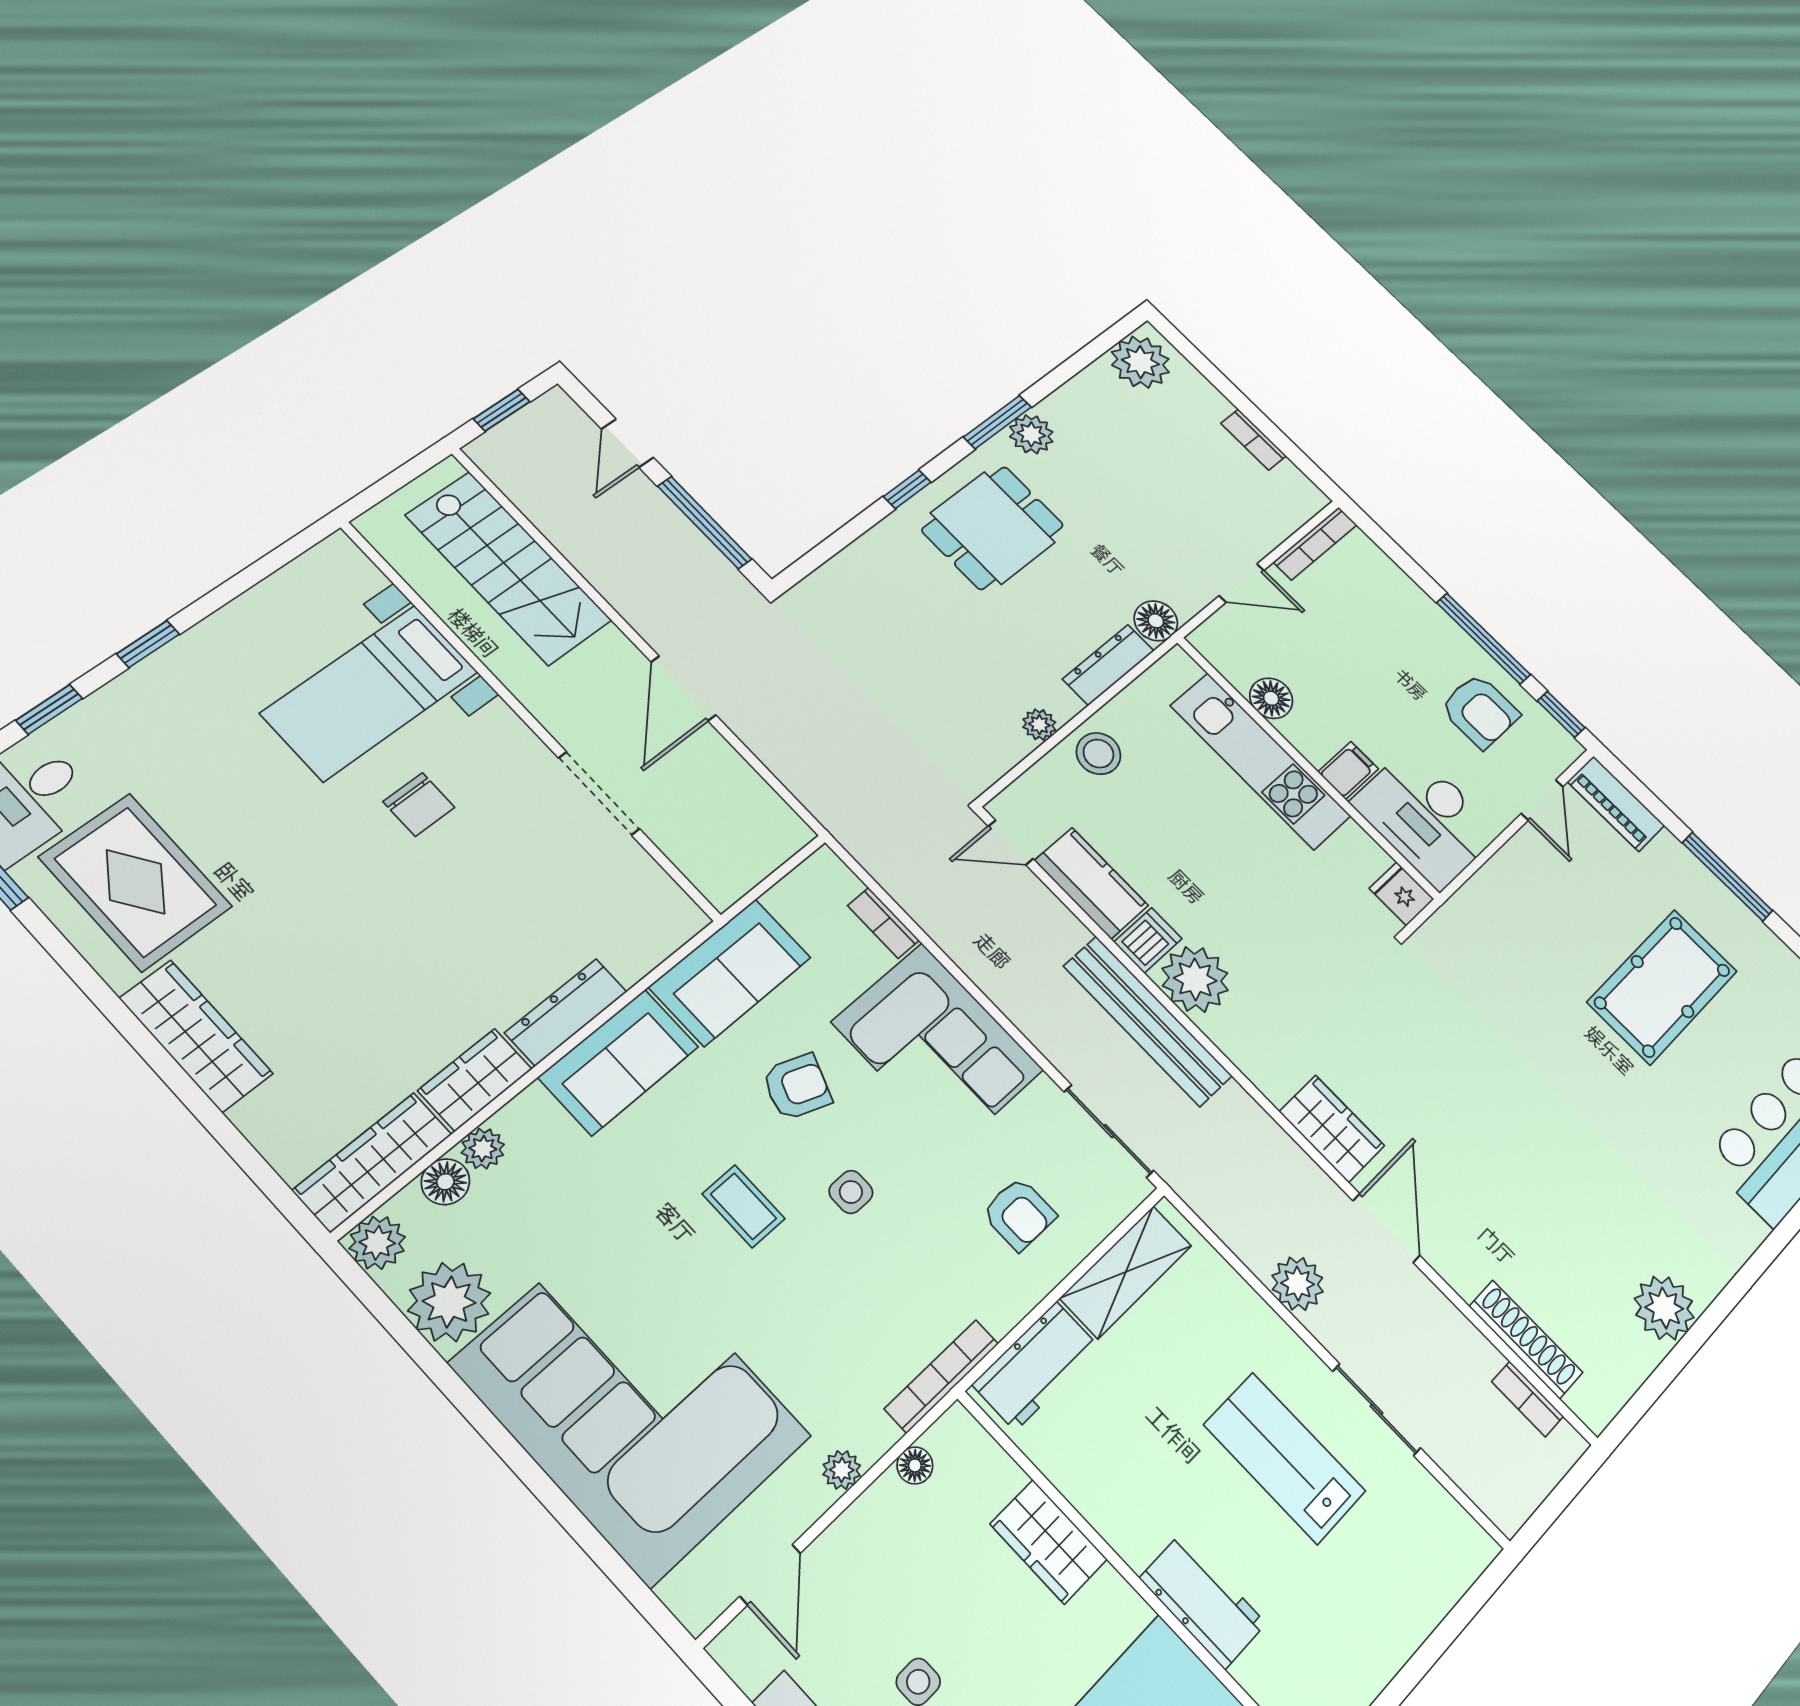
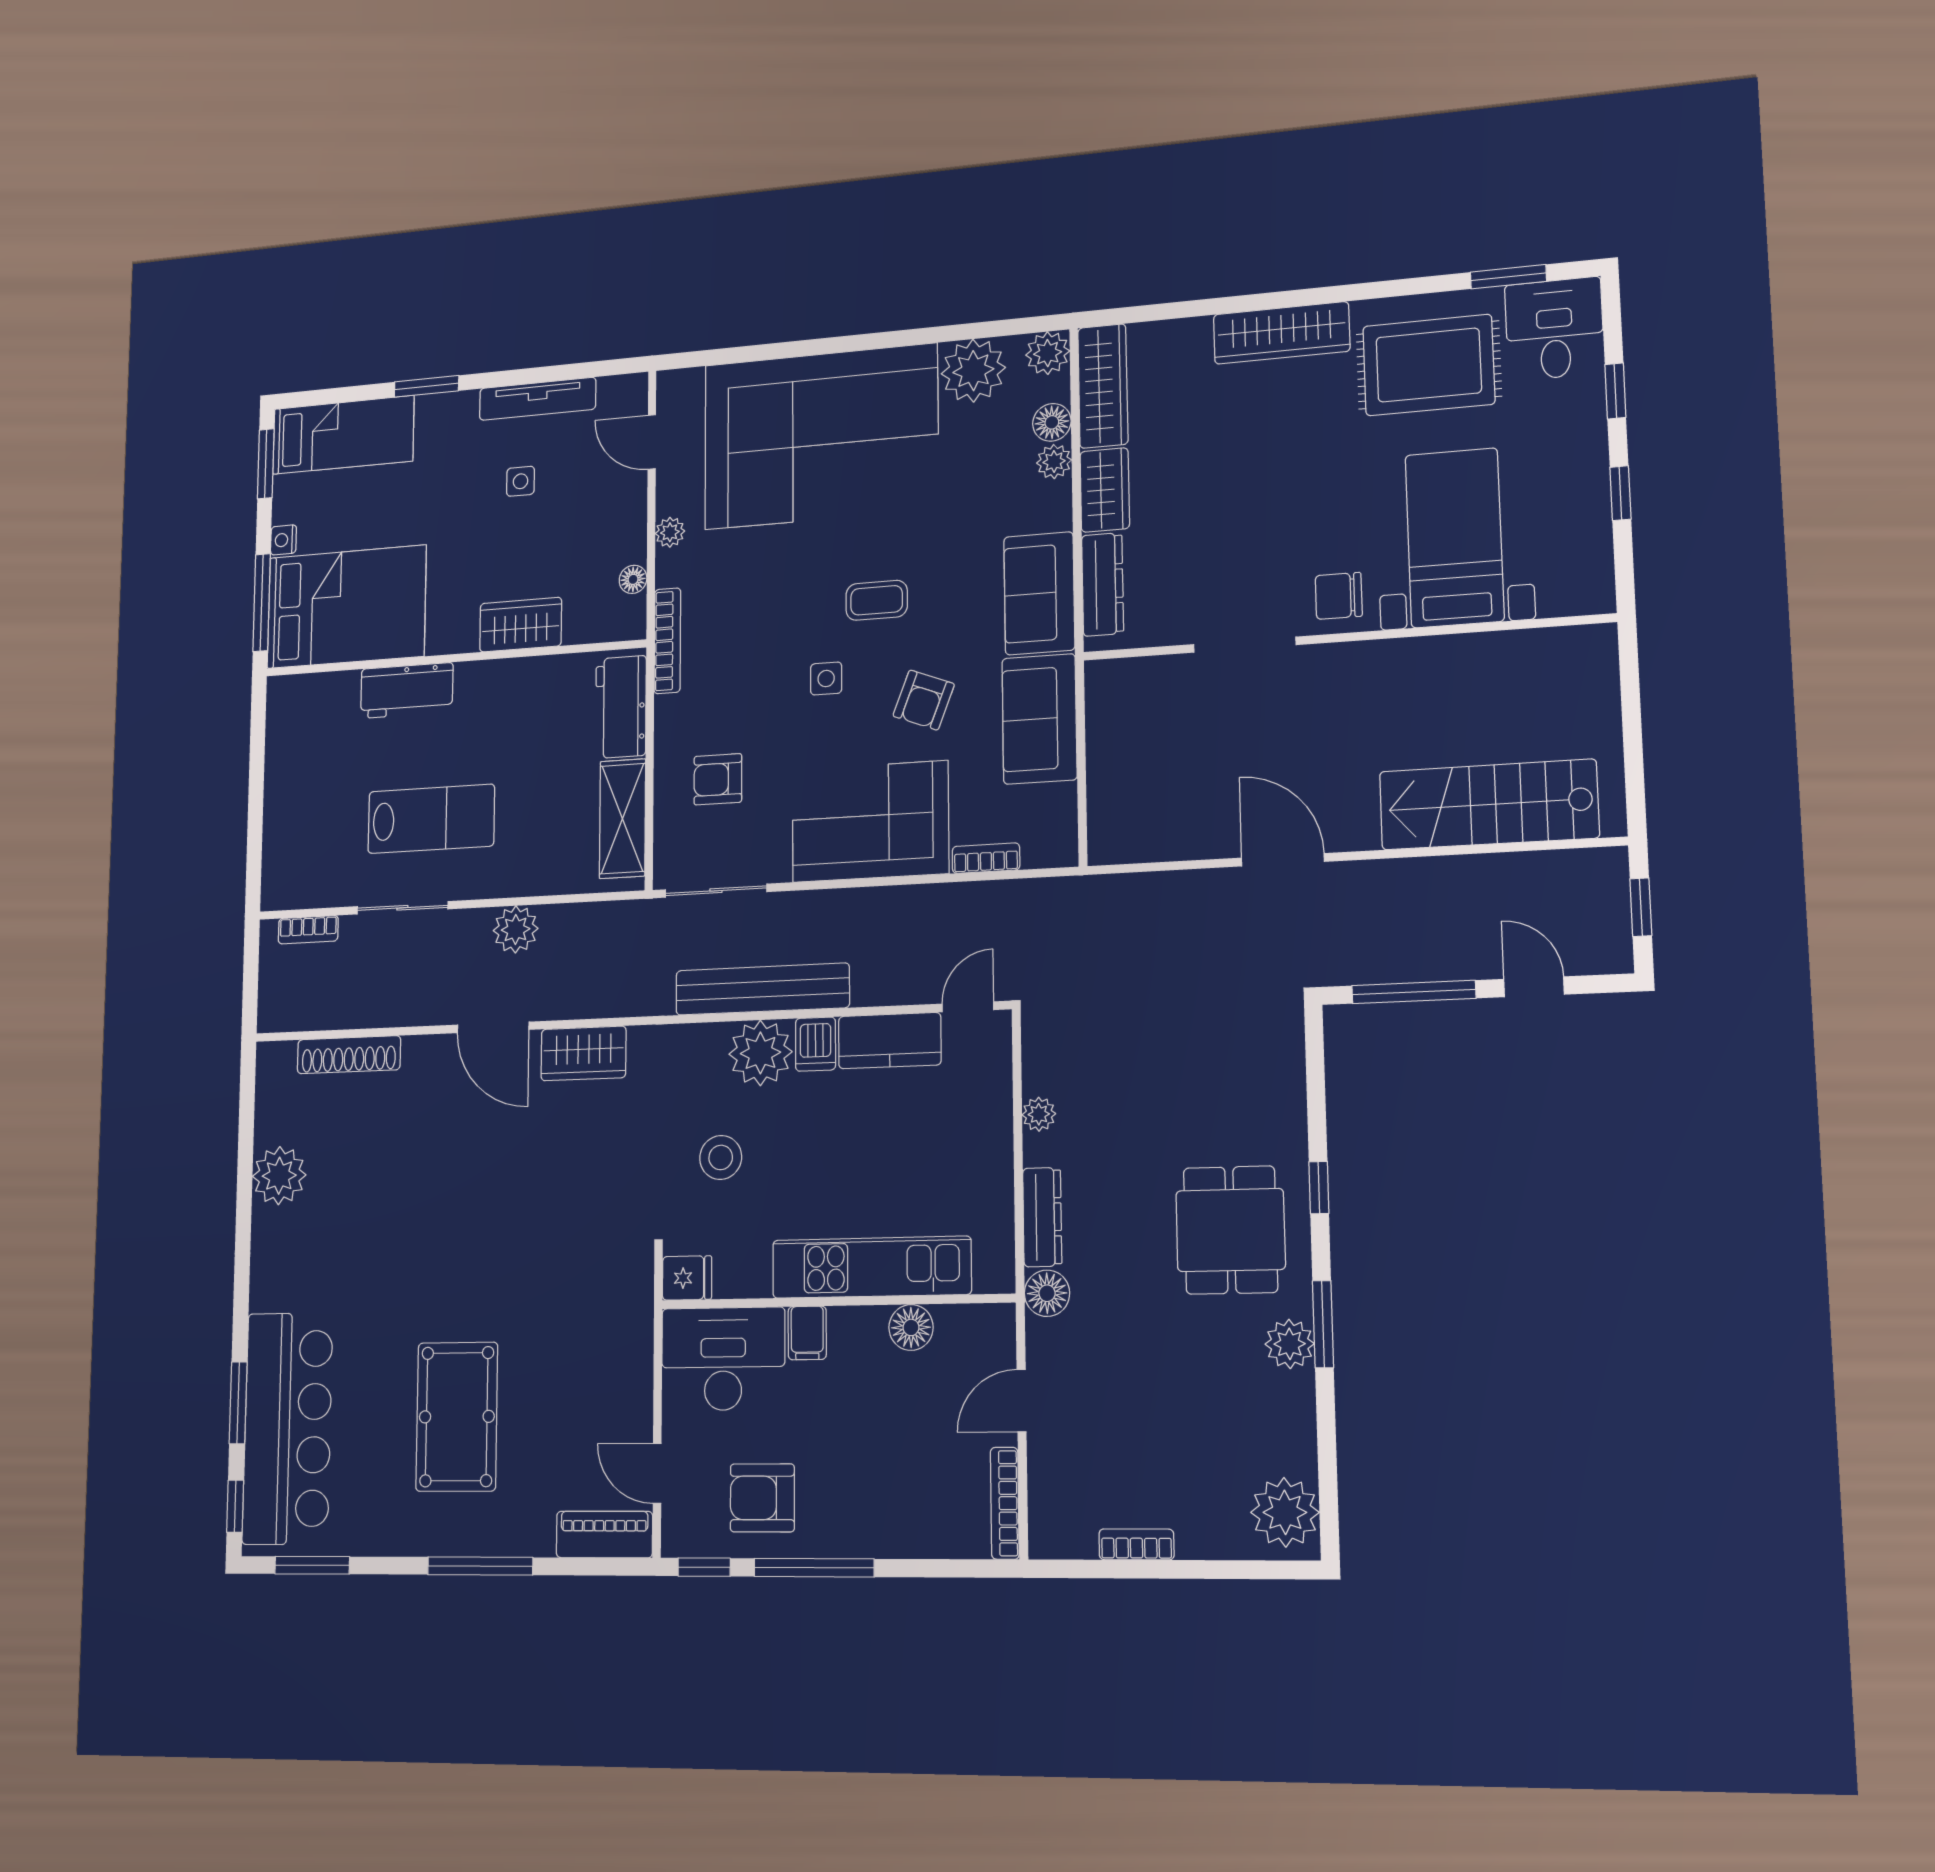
bed with nightstands: (370, 692) -> (1454, 538), moved
wall: (528, 719) -> (1345, 637), moved
stool: (1098, 754) -> (721, 1157), moved
doorway: (599, 793) -> (1245, 645), moved
bookcase: (1528, 1399) -> (308, 930), moved, turned 180

